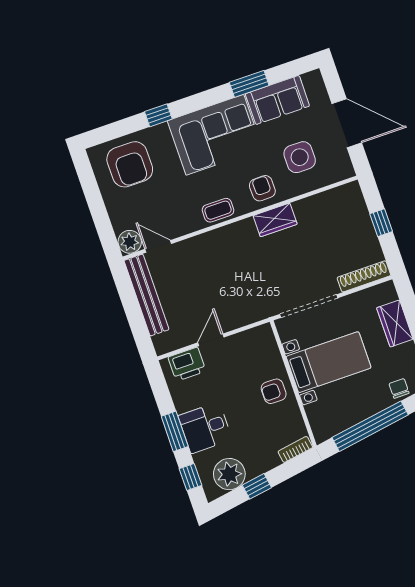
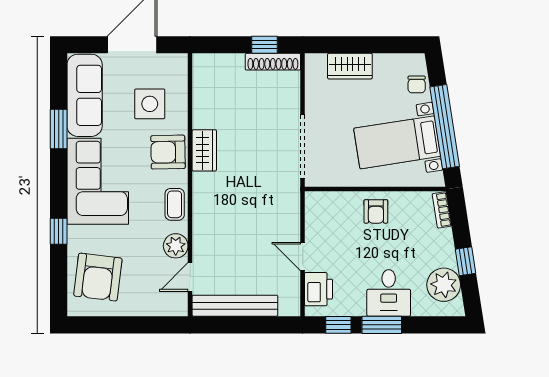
sofa: (277, 100) -> (85, 95), width x1.36
armchair: (130, 164) -> (98, 277), turned 97
armchair: (262, 188) -> (168, 152), width x1.38, depth x1.38
window: (381, 223) -> (264, 45), moved
plant: (130, 242) -> (176, 246), moved
shoe rack: (364, 276) -> (273, 62), moved, turned -90
bed with nightstands: (329, 362) -> (397, 142), moved, turned -99
chair: (399, 388) -> (417, 84), turned -90
window: (190, 477) -> (338, 325), moved

